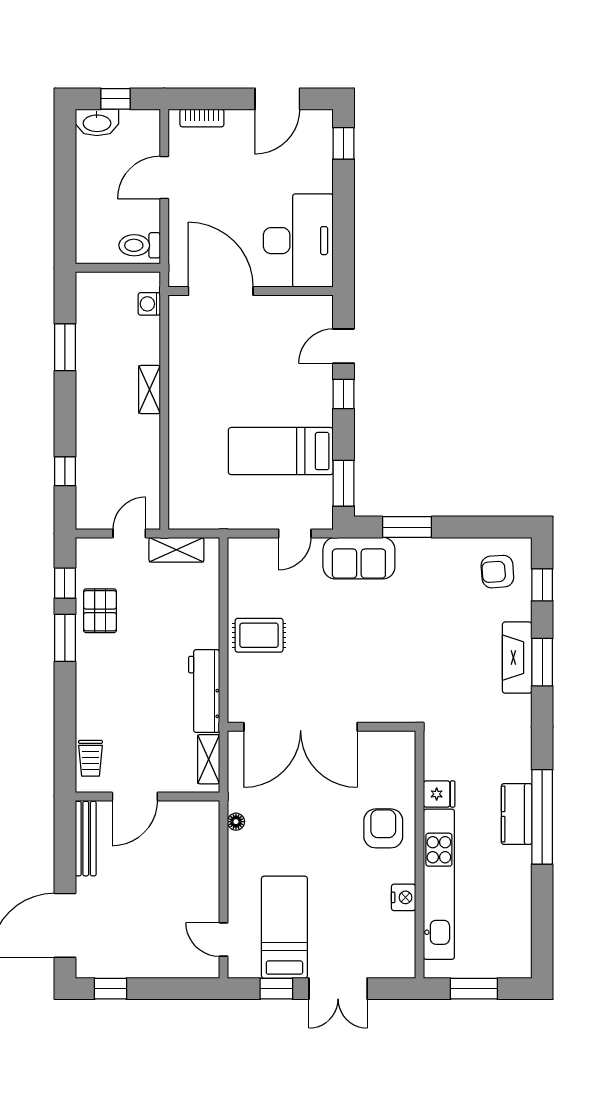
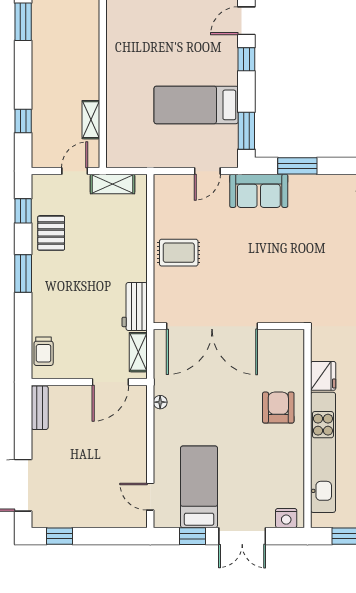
shelving: (150, 389) -> (91, 120), moved
window: (65, 638) -> (23, 273), moved
workbench: (204, 691) -> (135, 306), width x0.73
fridge: (439, 794) -> (323, 376), width x1.38
door: (135, 796) -> (110, 382), moved
bench: (86, 839) -> (40, 408), width x0.73
nightstand: (404, 897) -> (286, 518), moved, turned 90

